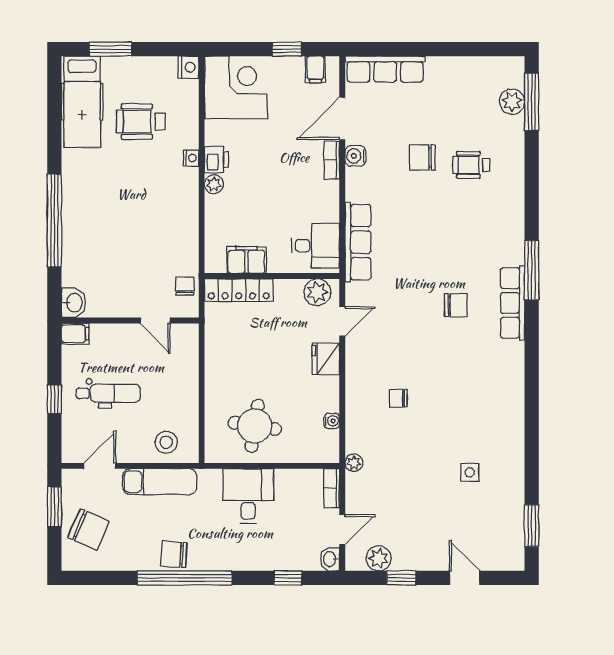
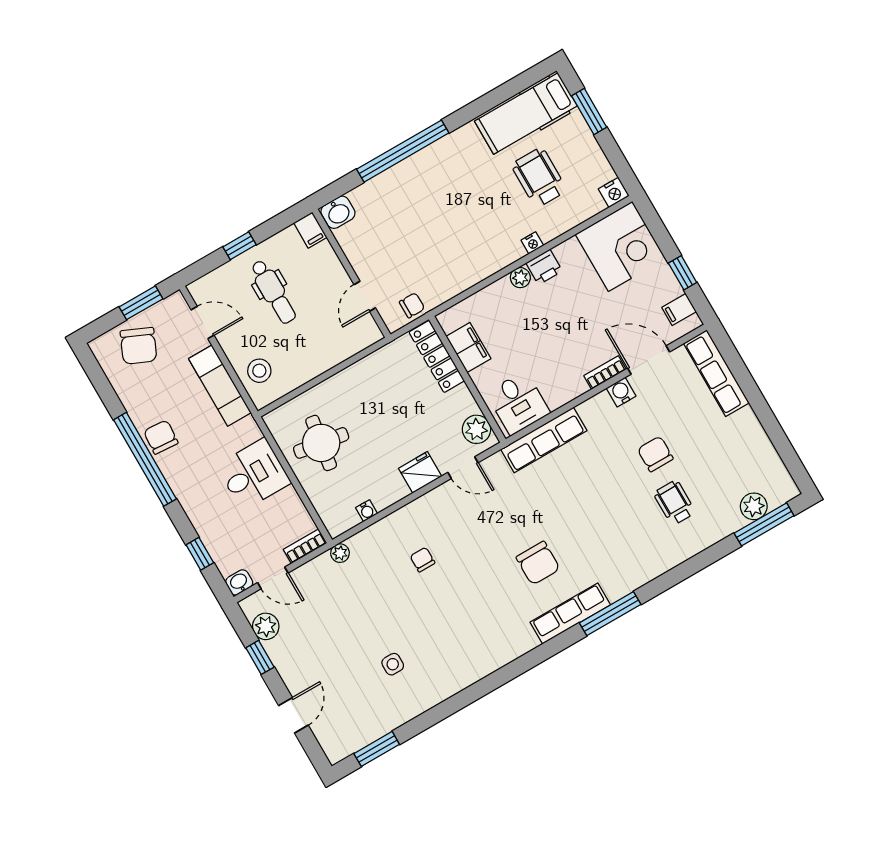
chair: (456, 305) -> (538, 563), width x1.37, depth x1.37

